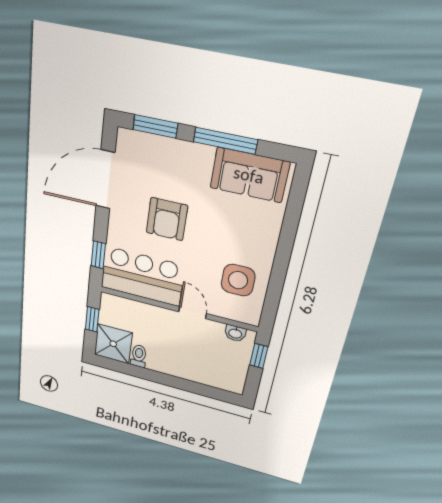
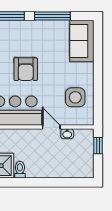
sofa: (249, 175) -> (82, 41), moved, turned 90
washbasin: (235, 333) -> (67, 134), moved

